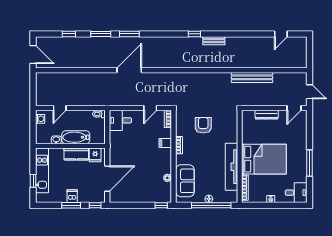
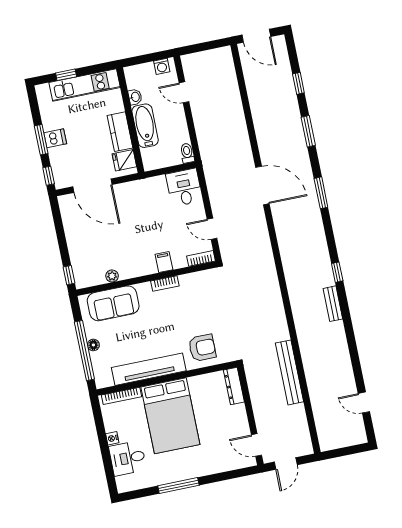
window: (129, 34) -> (321, 193), moved
door: (33, 55) -> (256, 36), hinge flipped
dresser: (267, 115) -> (234, 386), moved
armchair: (203, 125) -> (202, 348), moved
desk: (296, 193) -> (128, 458), moved, turned 90

